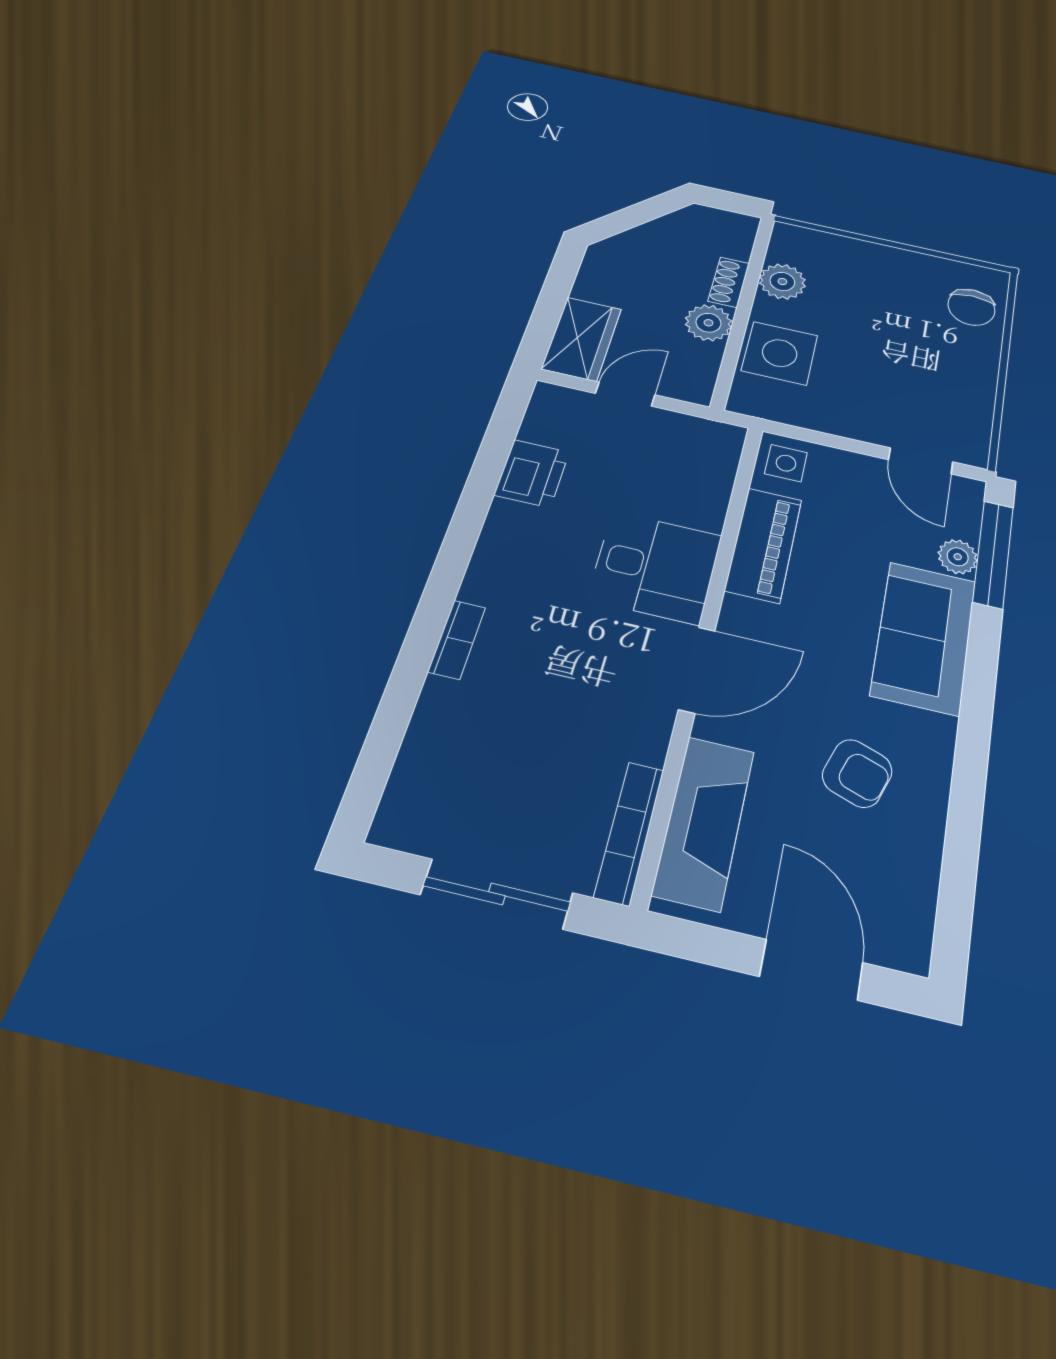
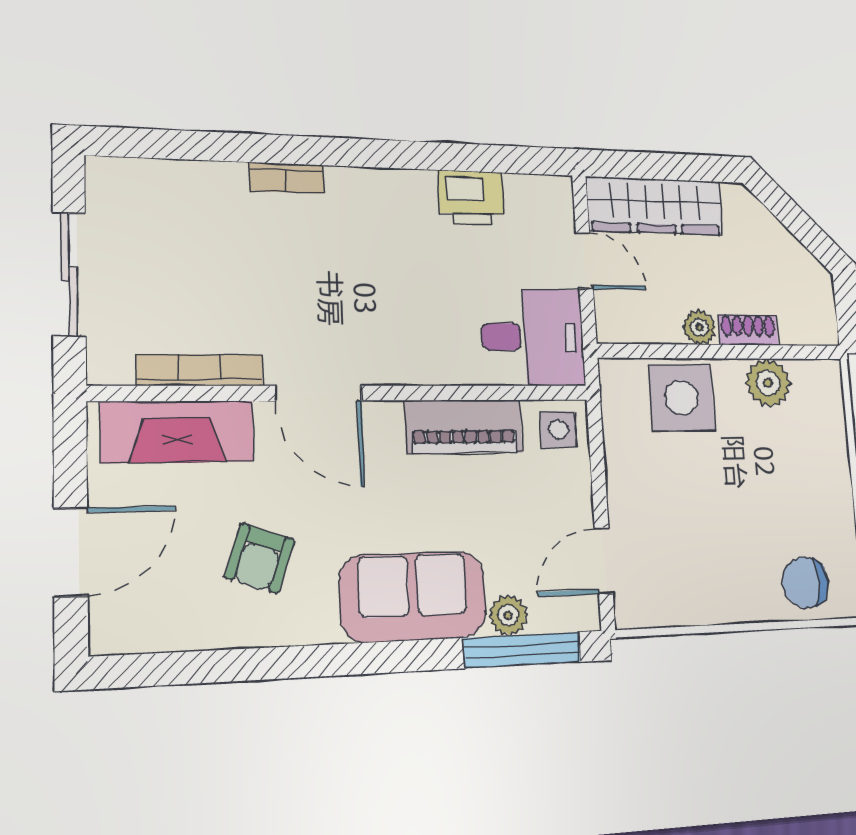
plant: (708, 323) -> (699, 327), width x0.73, depth x0.73
wardrobe: (582, 339) -> (655, 206), width x1.50
desk: (655, 567) -> (533, 337), moved, turned -90
bookcase: (629, 832) -> (200, 370), moved

